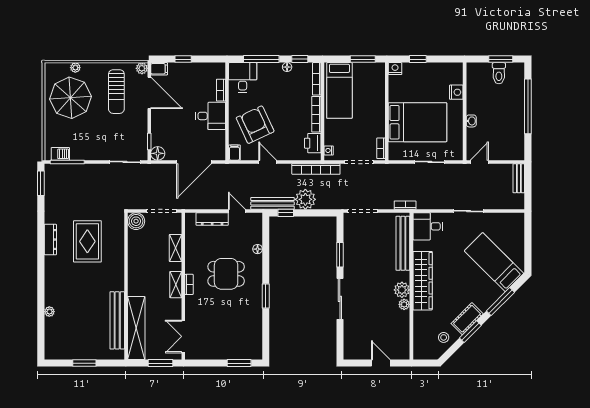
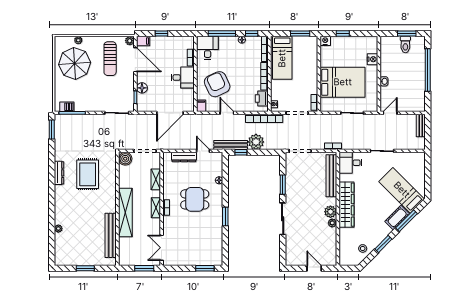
floor lamp: (158, 153) -> (142, 88), moved
cot: (467, 319) -> (397, 218), moved
shelving: (136, 328) -> (125, 212), moved

